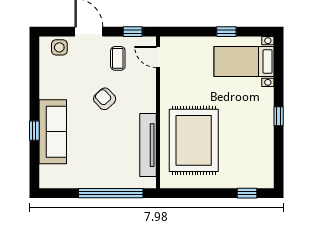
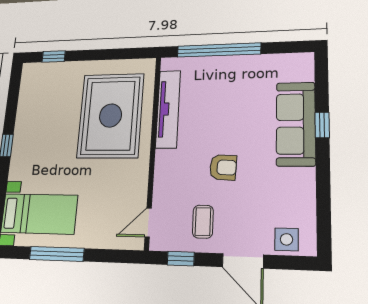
window: (226, 32) -> (57, 254), width x2.17
door: (158, 57) -> (148, 222), swing flipped
armchair: (105, 99) -> (223, 167), turned -44

